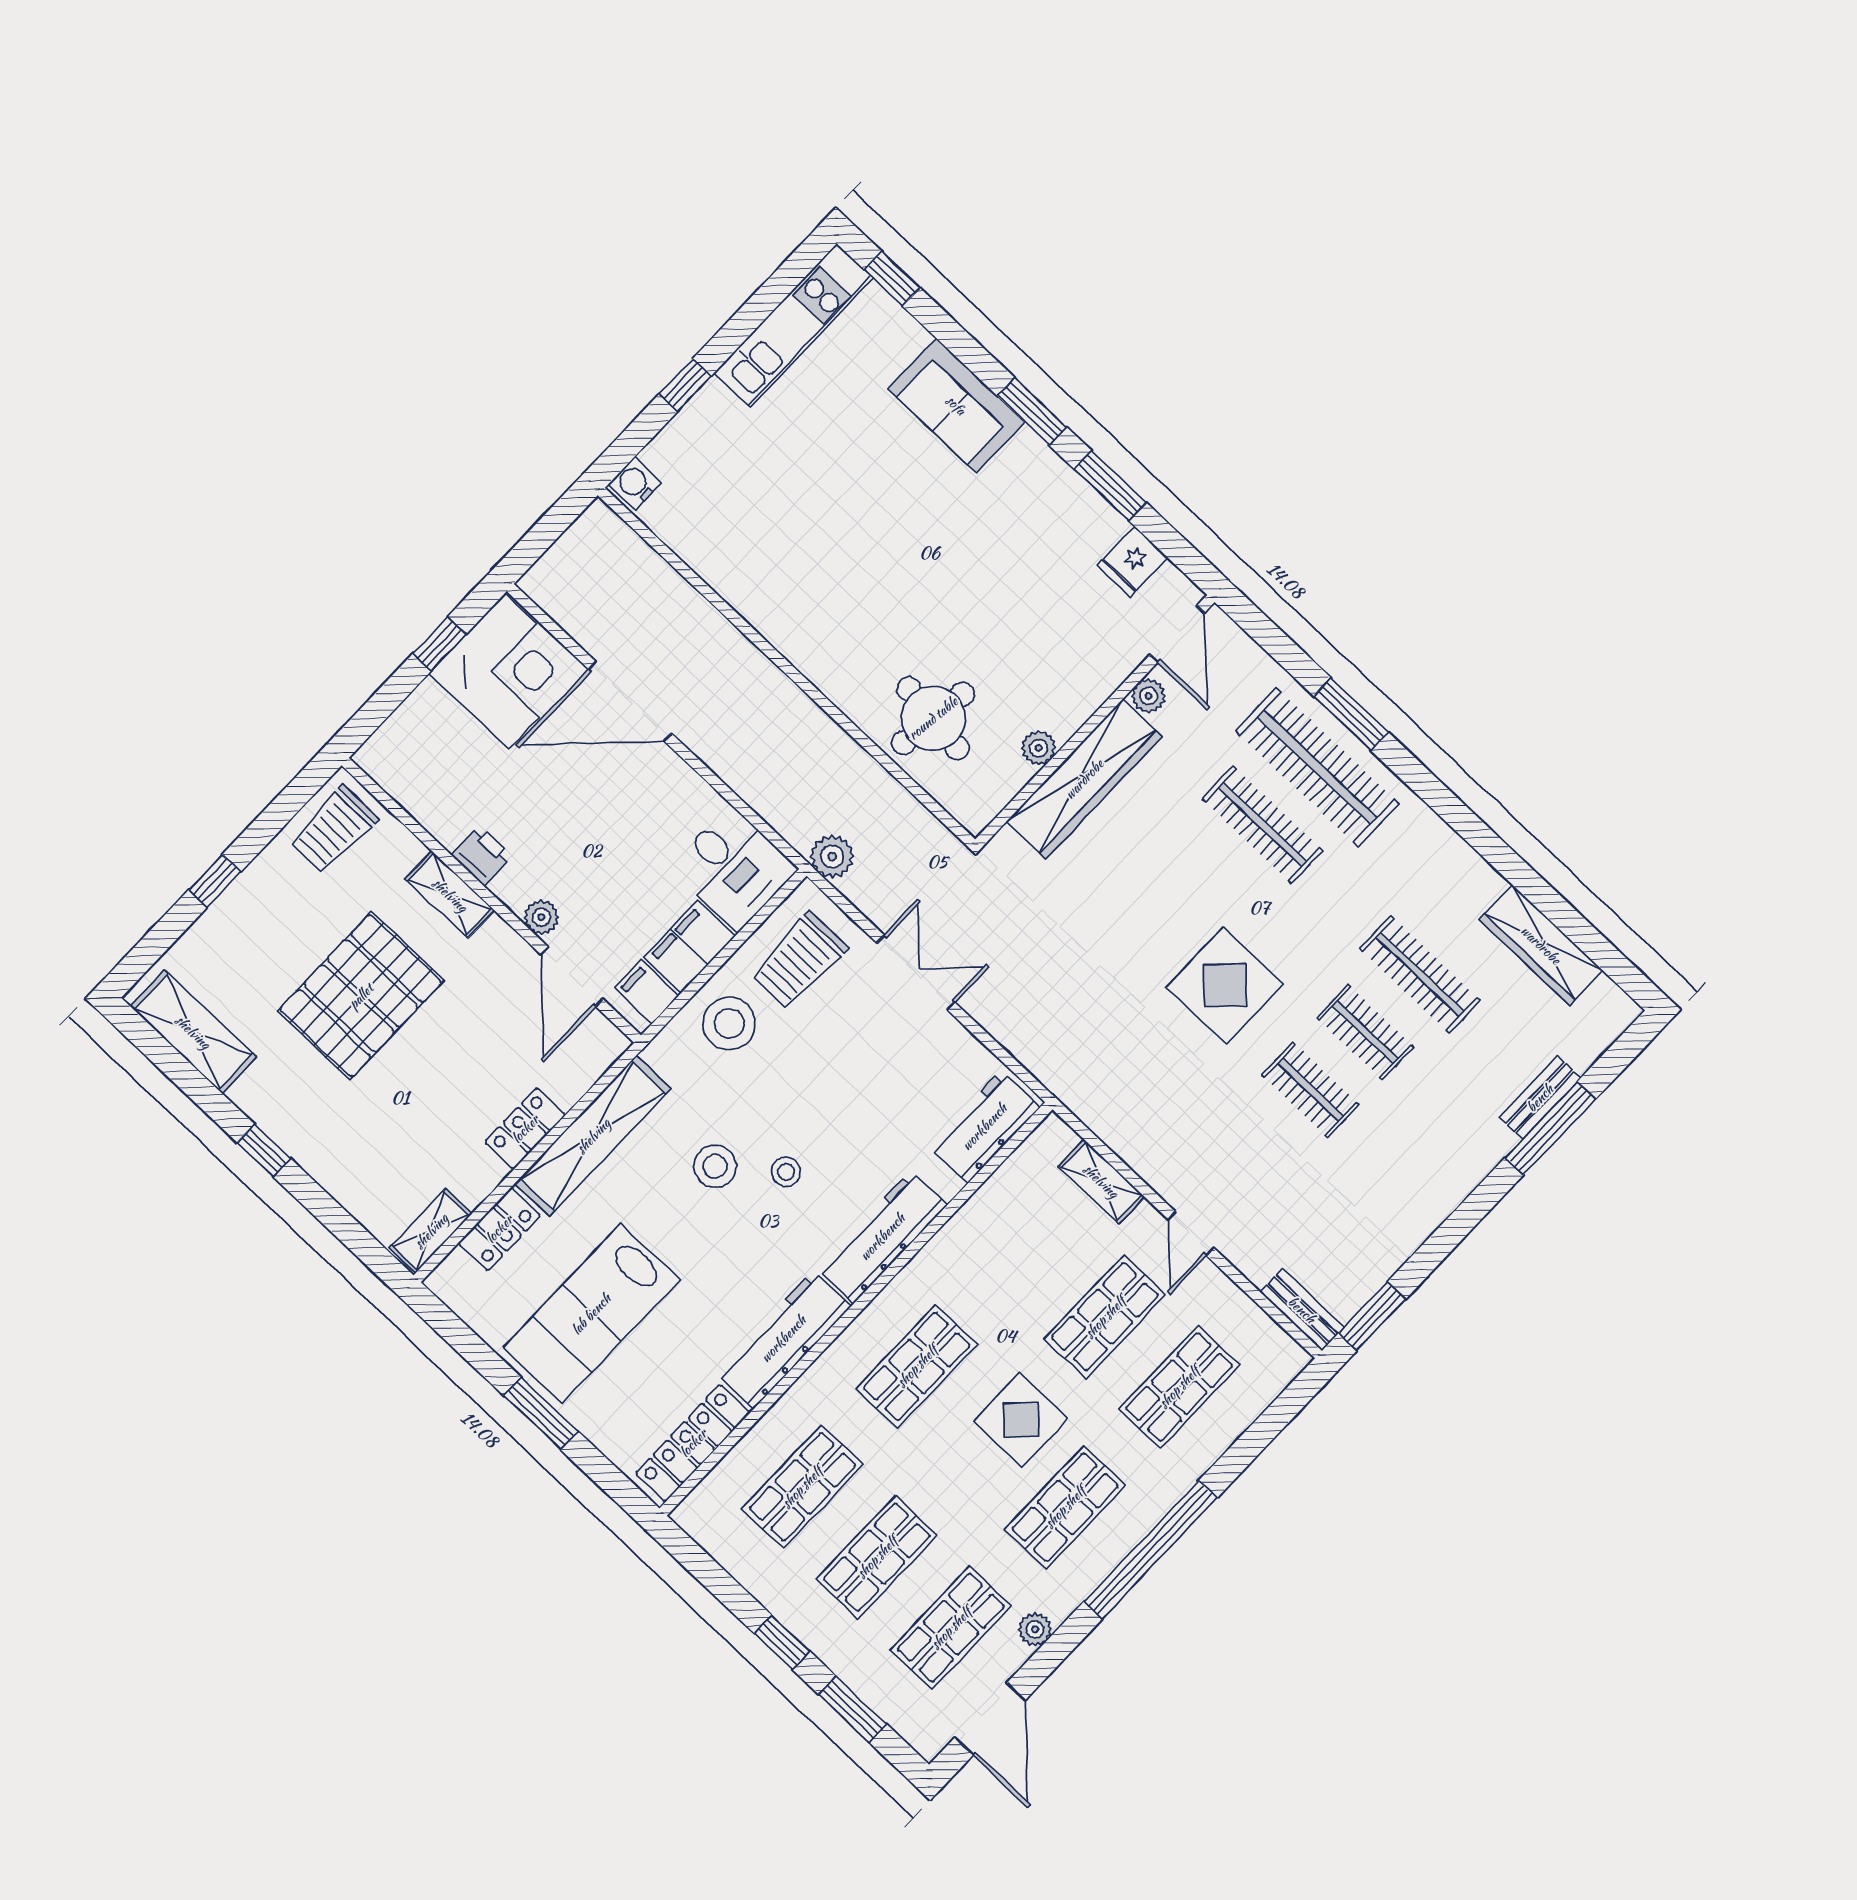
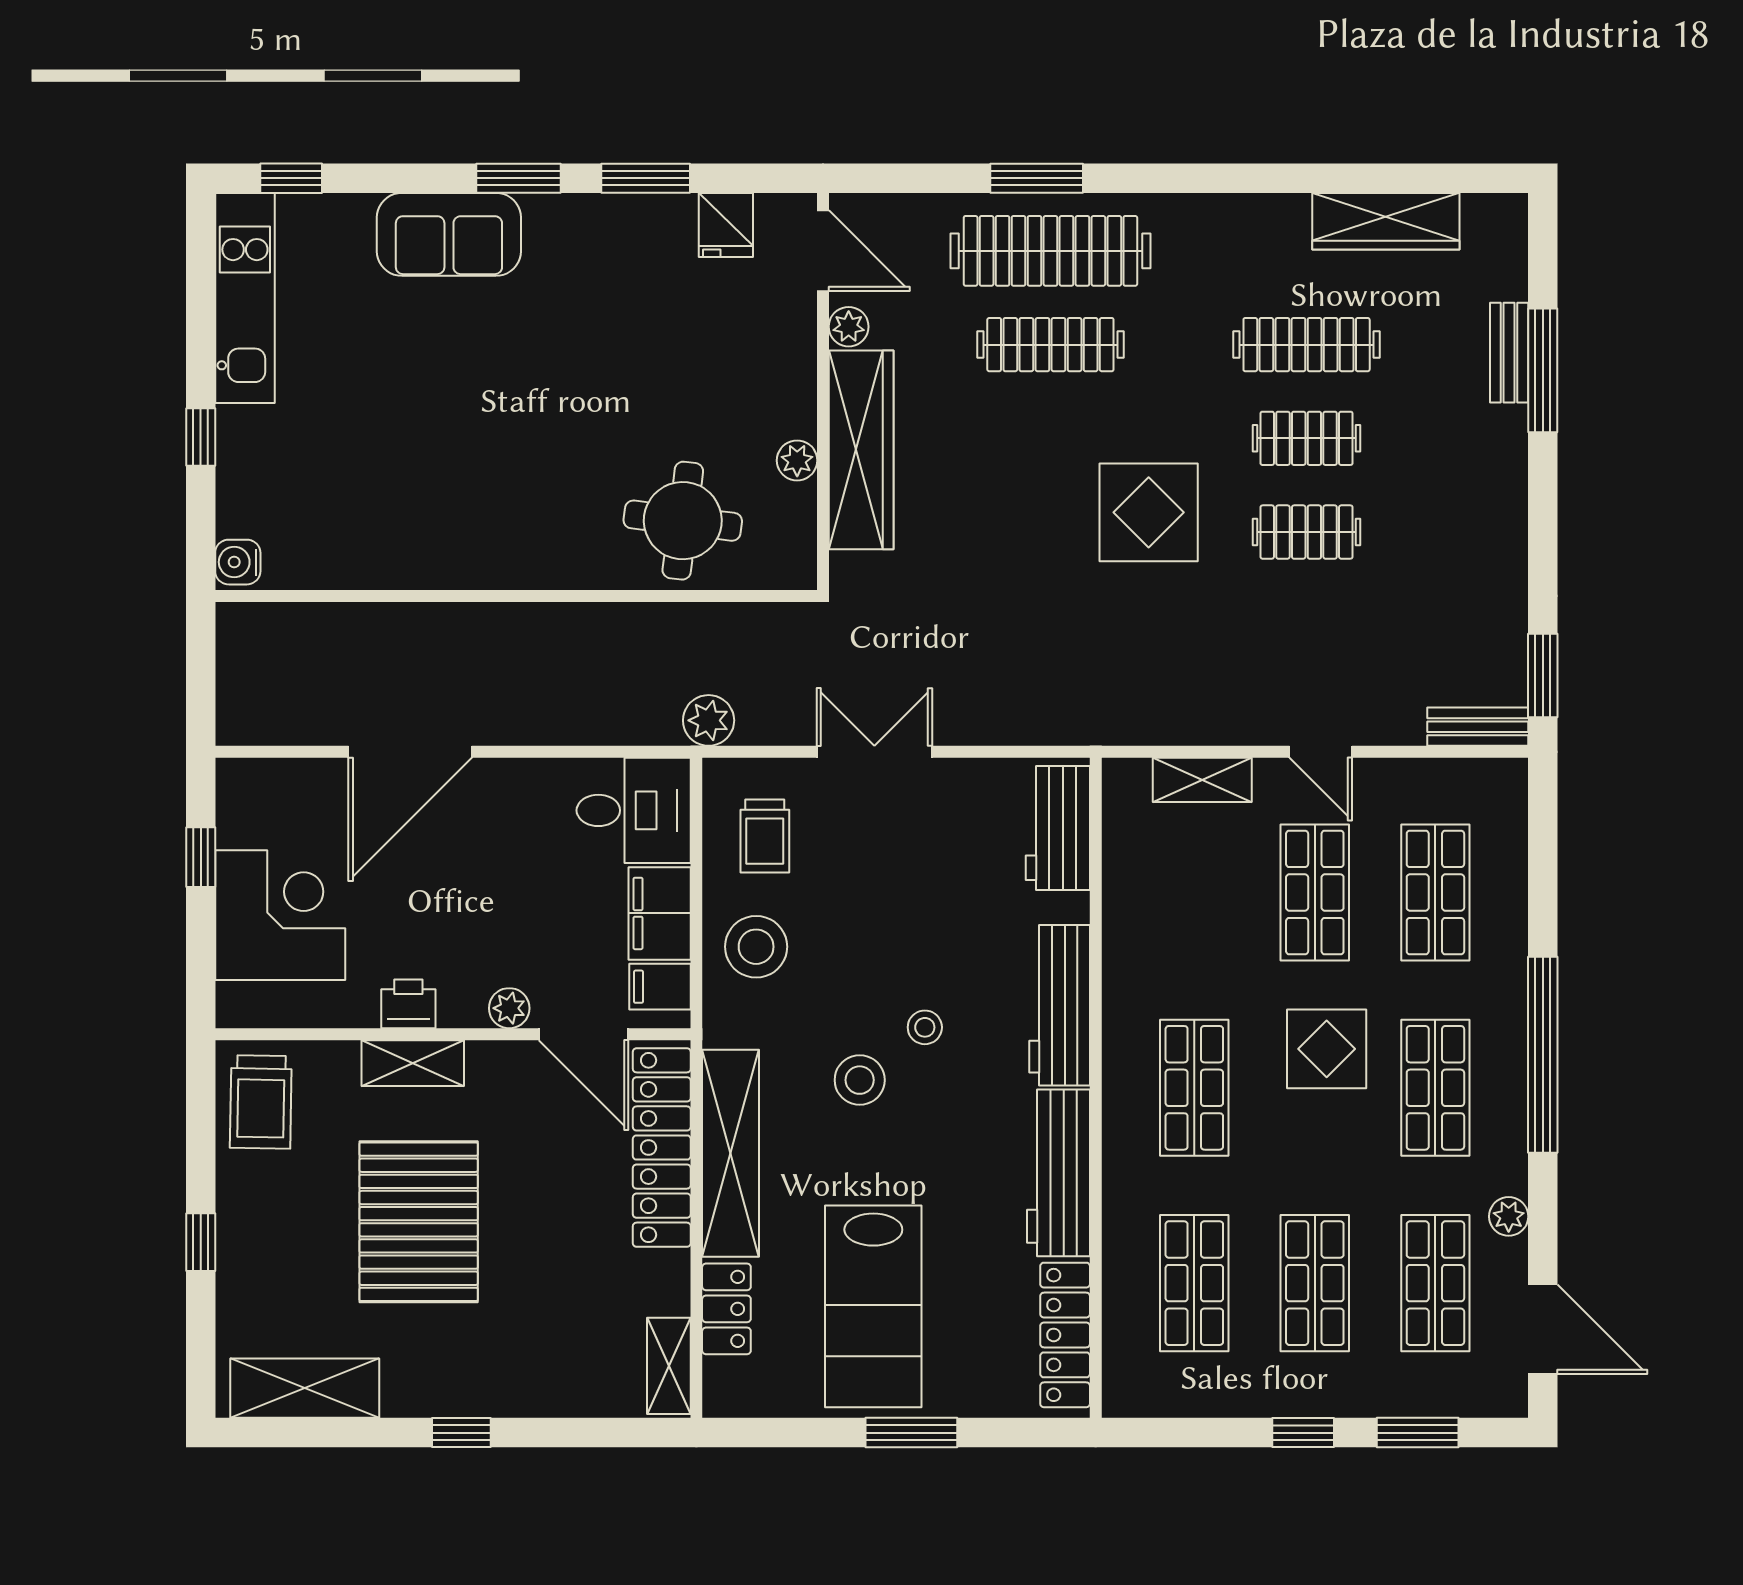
corner desk: (507, 671) -> (280, 915), moved
trolley: (799, 960) -> (765, 836), width x0.73, depth x0.72
locker: (525, 1129) -> (662, 1148), width x2.16, depth x1.21

